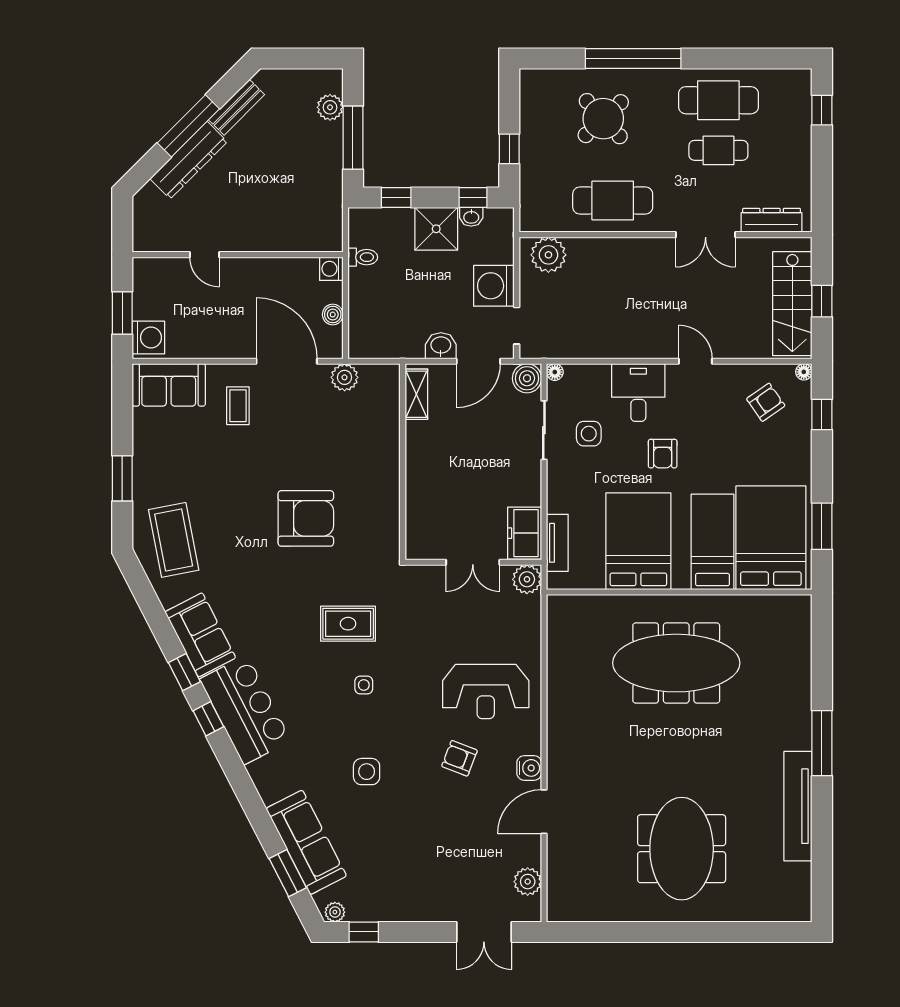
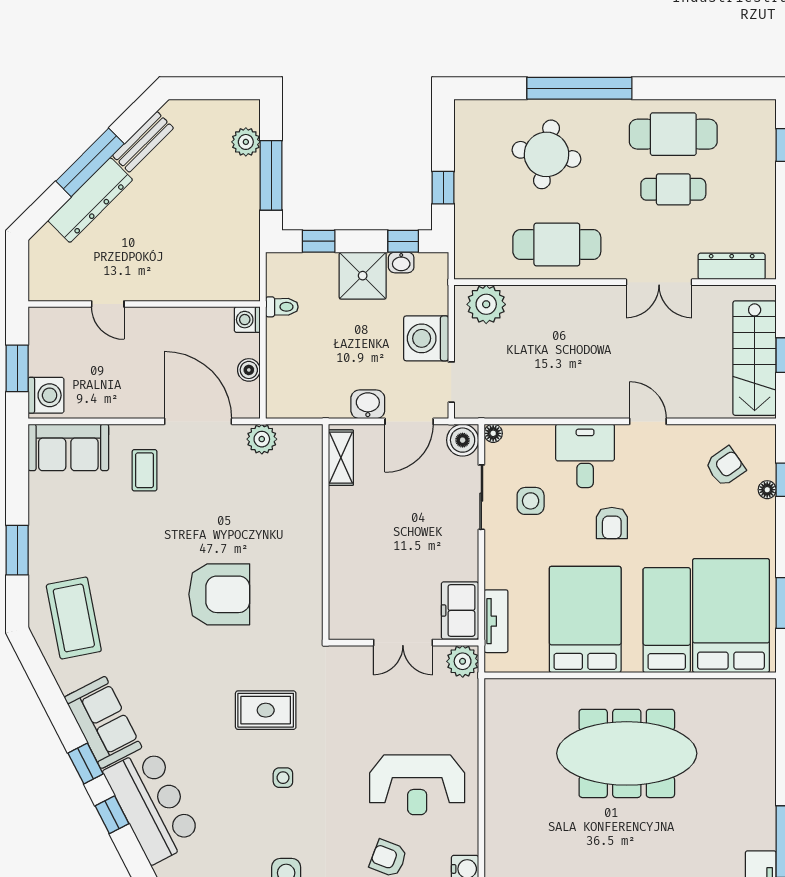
round table: (603, 119) -> (546, 154), turned -37
floor lamp: (804, 372) -> (767, 490), moved

